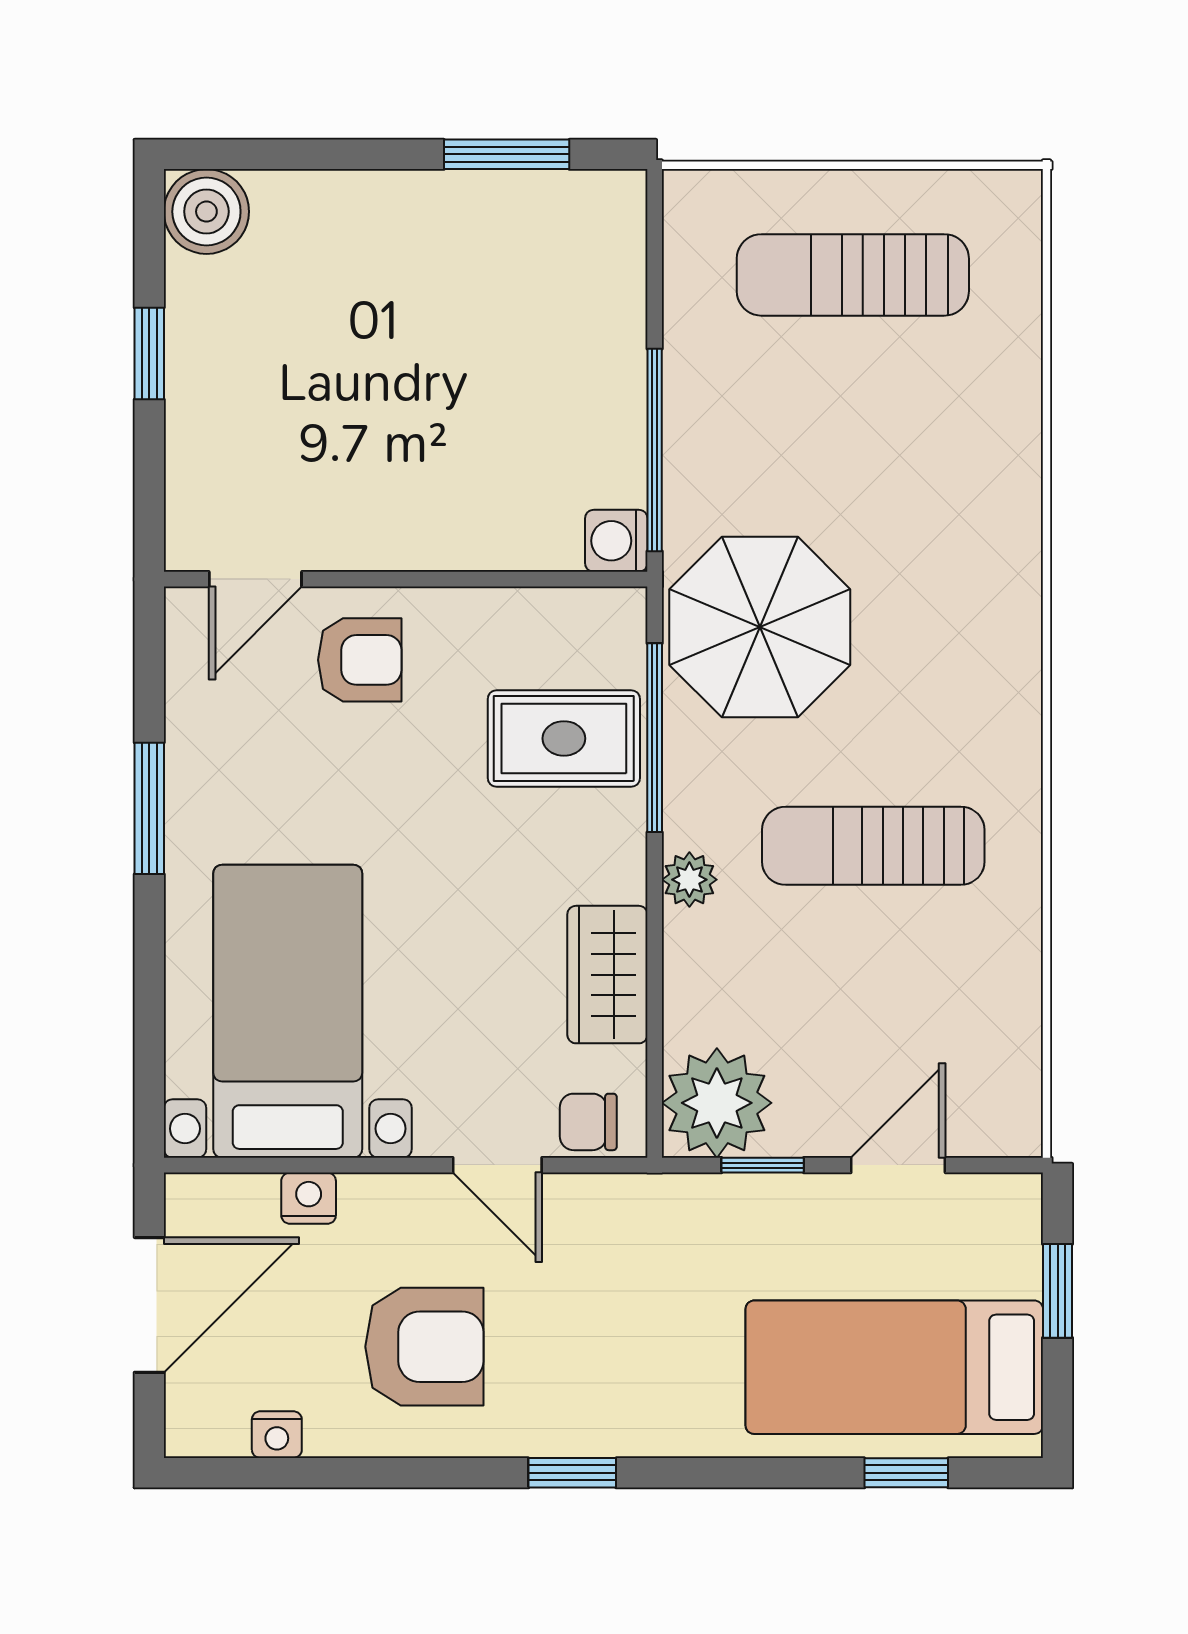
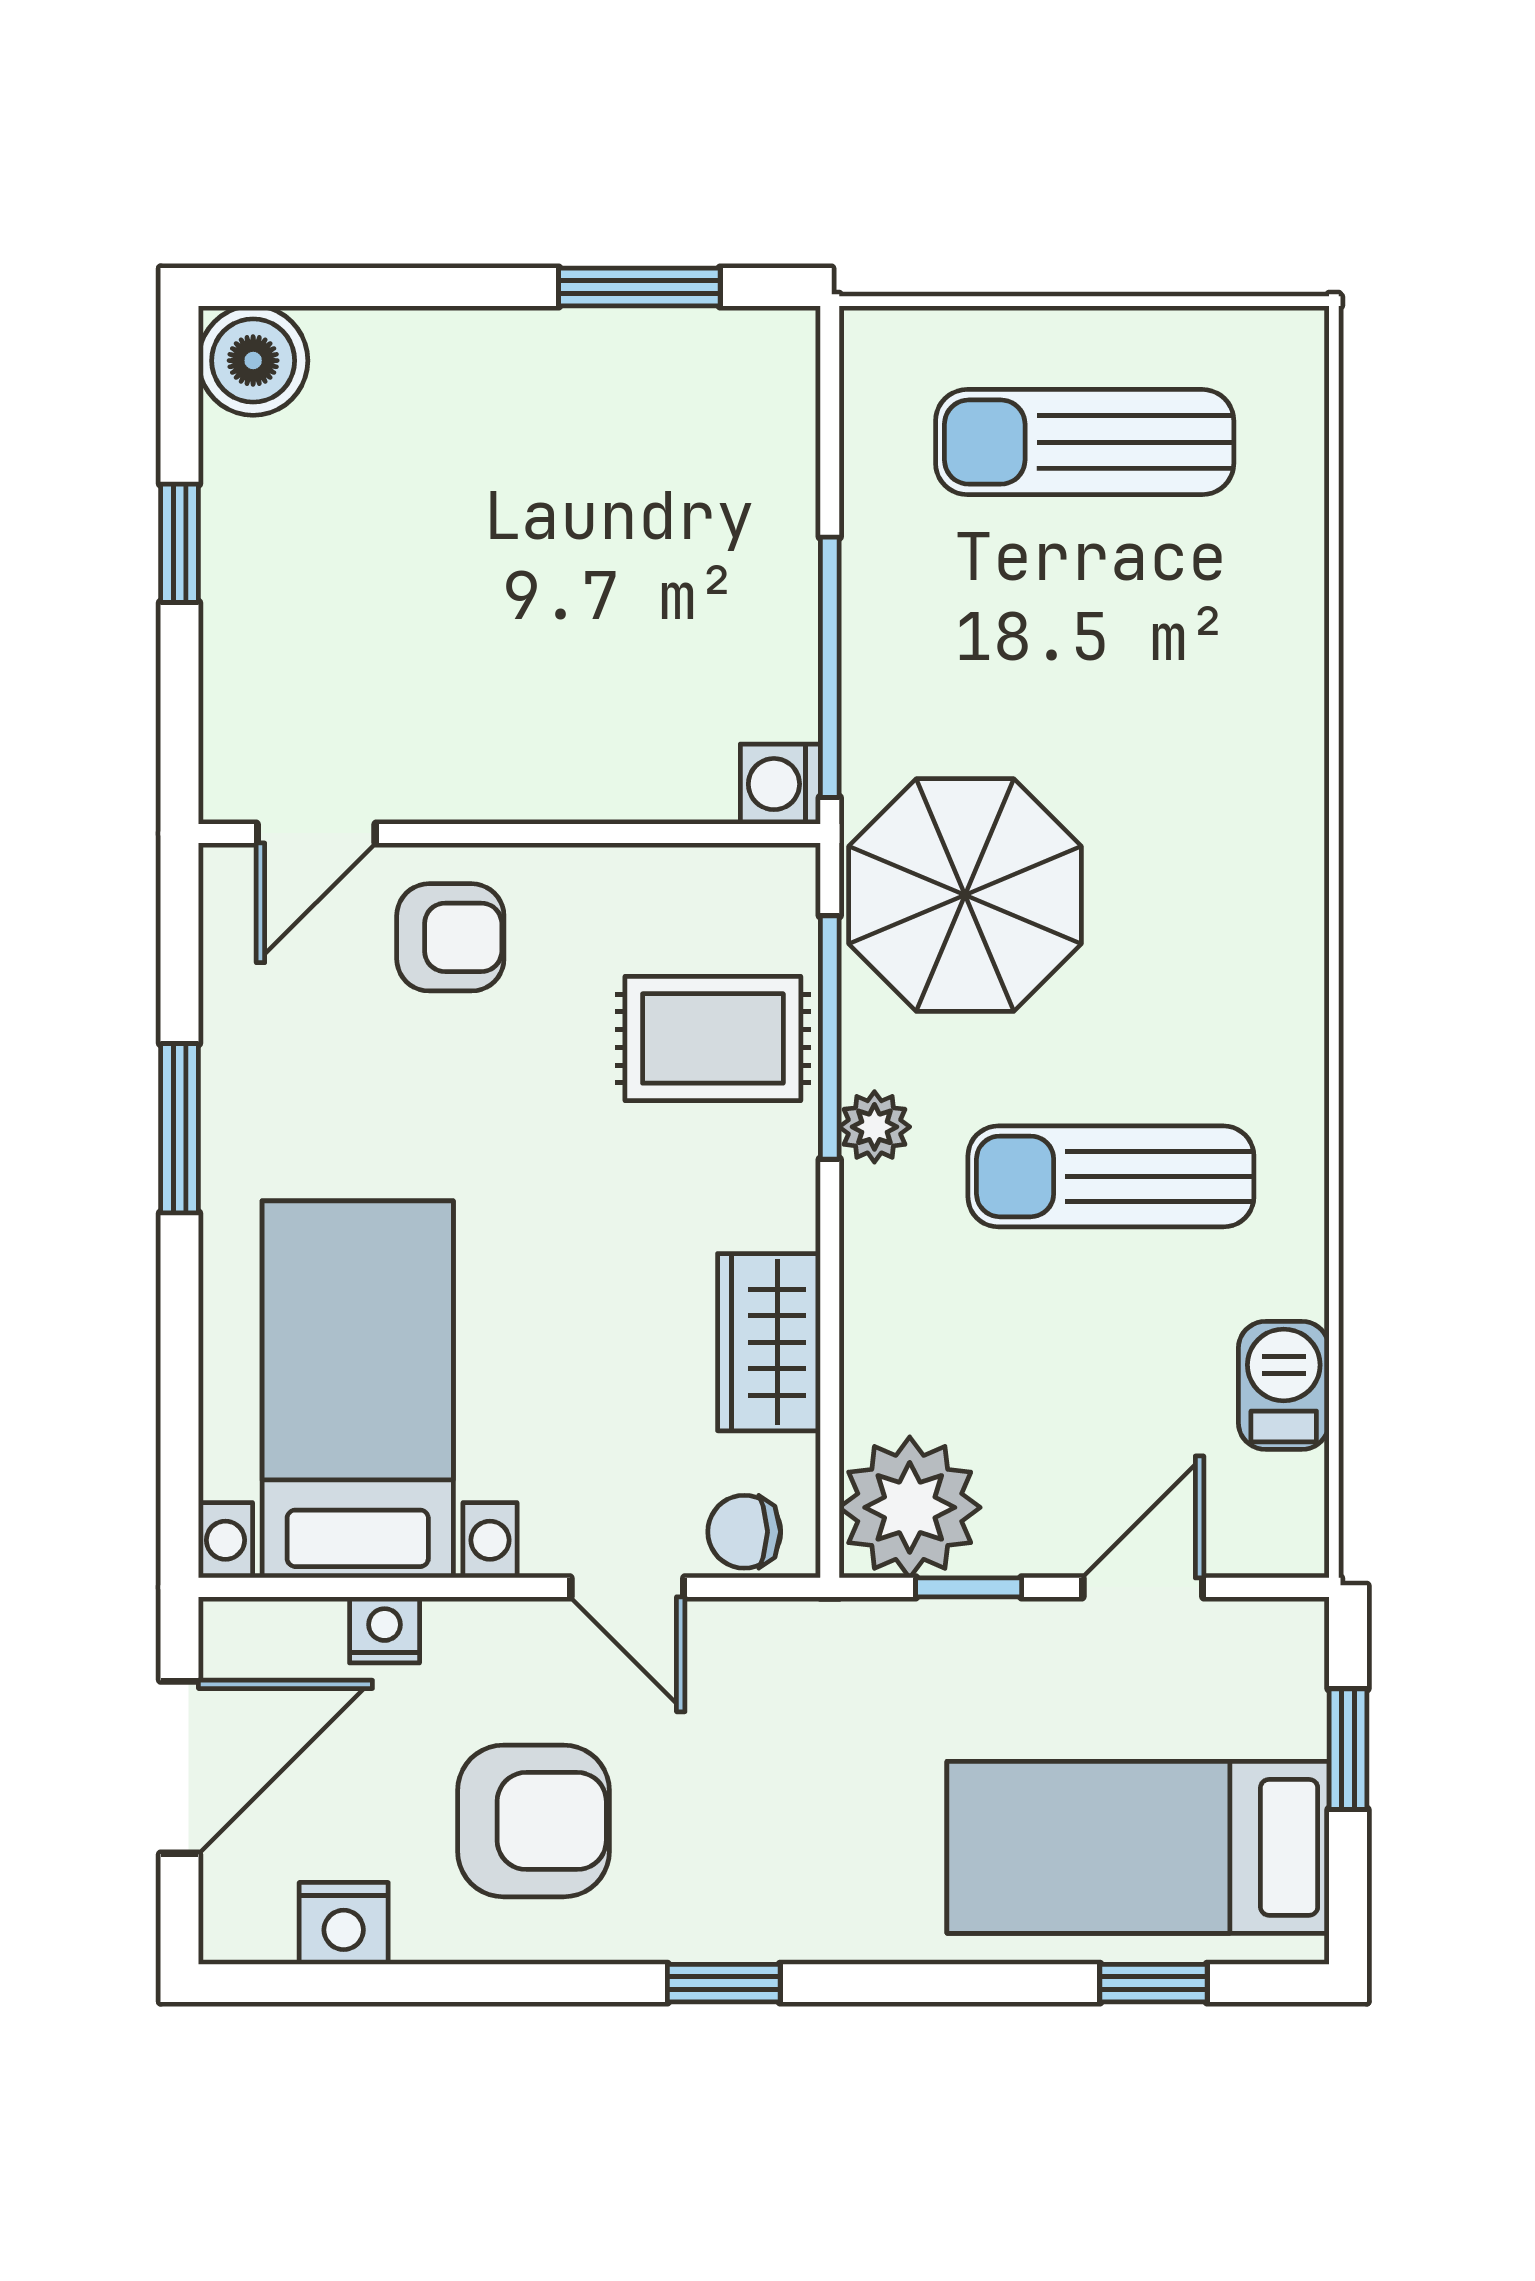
plant: (689, 880) -> (874, 1127), moved
barbecue: (1008, 1008) -> (1284, 1385), added
nightstand: (277, 1435) -> (344, 1923), width x1.39, depth x1.35

